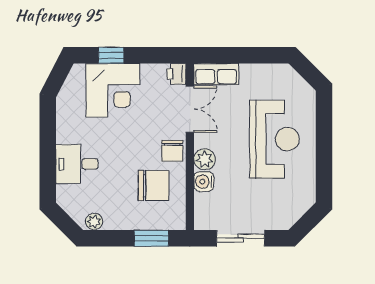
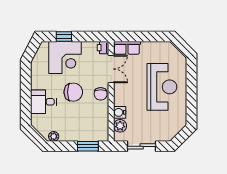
plant: (205, 159) -> (120, 126), moved
chair: (154, 185) -> (73, 92), moved

